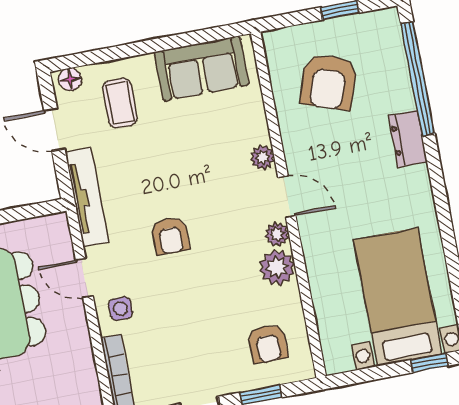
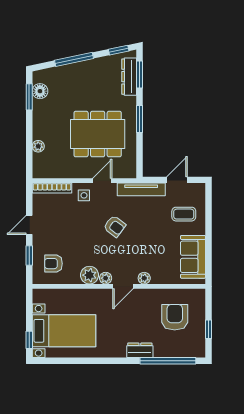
floor lamp: (70, 79) -> (200, 192), removed
armchair: (329, 82) -> (175, 317), turned 71
armchair: (170, 236) -> (115, 226), turned -143

